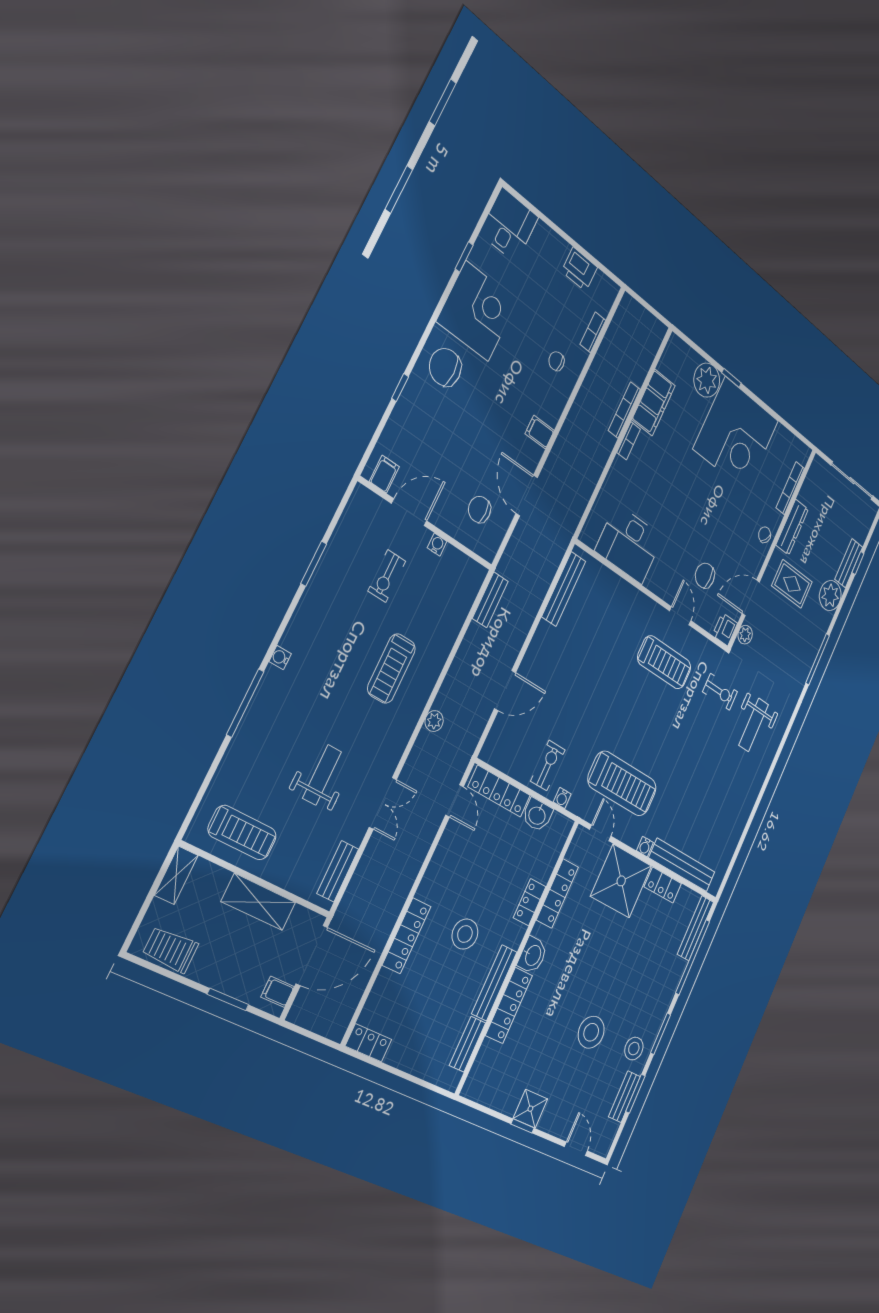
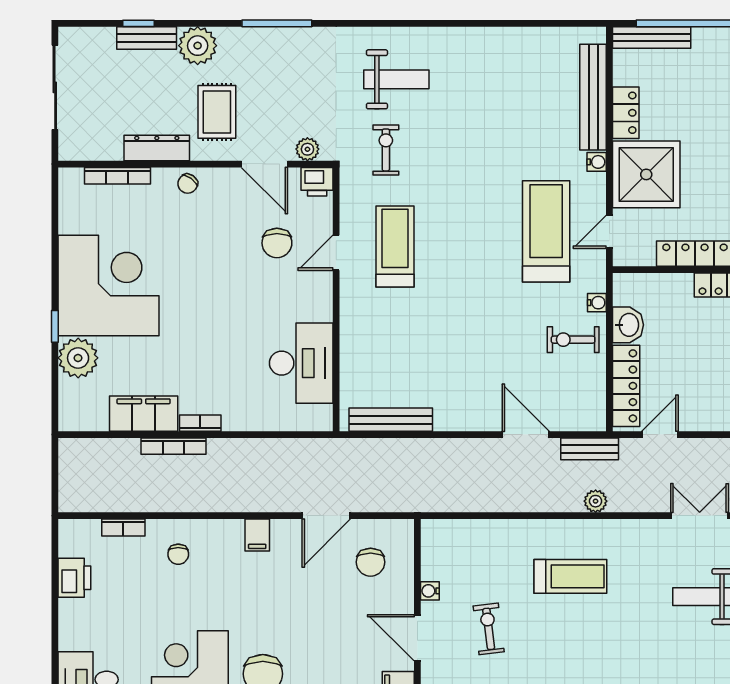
exercise bike: (387, 576) -> (489, 629), turned -97
bench: (490, 600) -> (590, 449), moved

